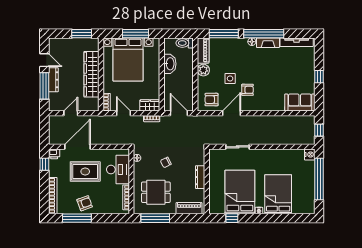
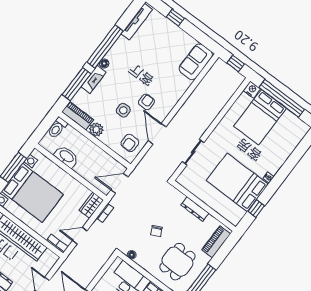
fireplace: (268, 43) -> (94, 79), moved
window: (319, 77) -> (175, 18), moved
bed: (278, 194) -> (260, 117), moved, turned -90

